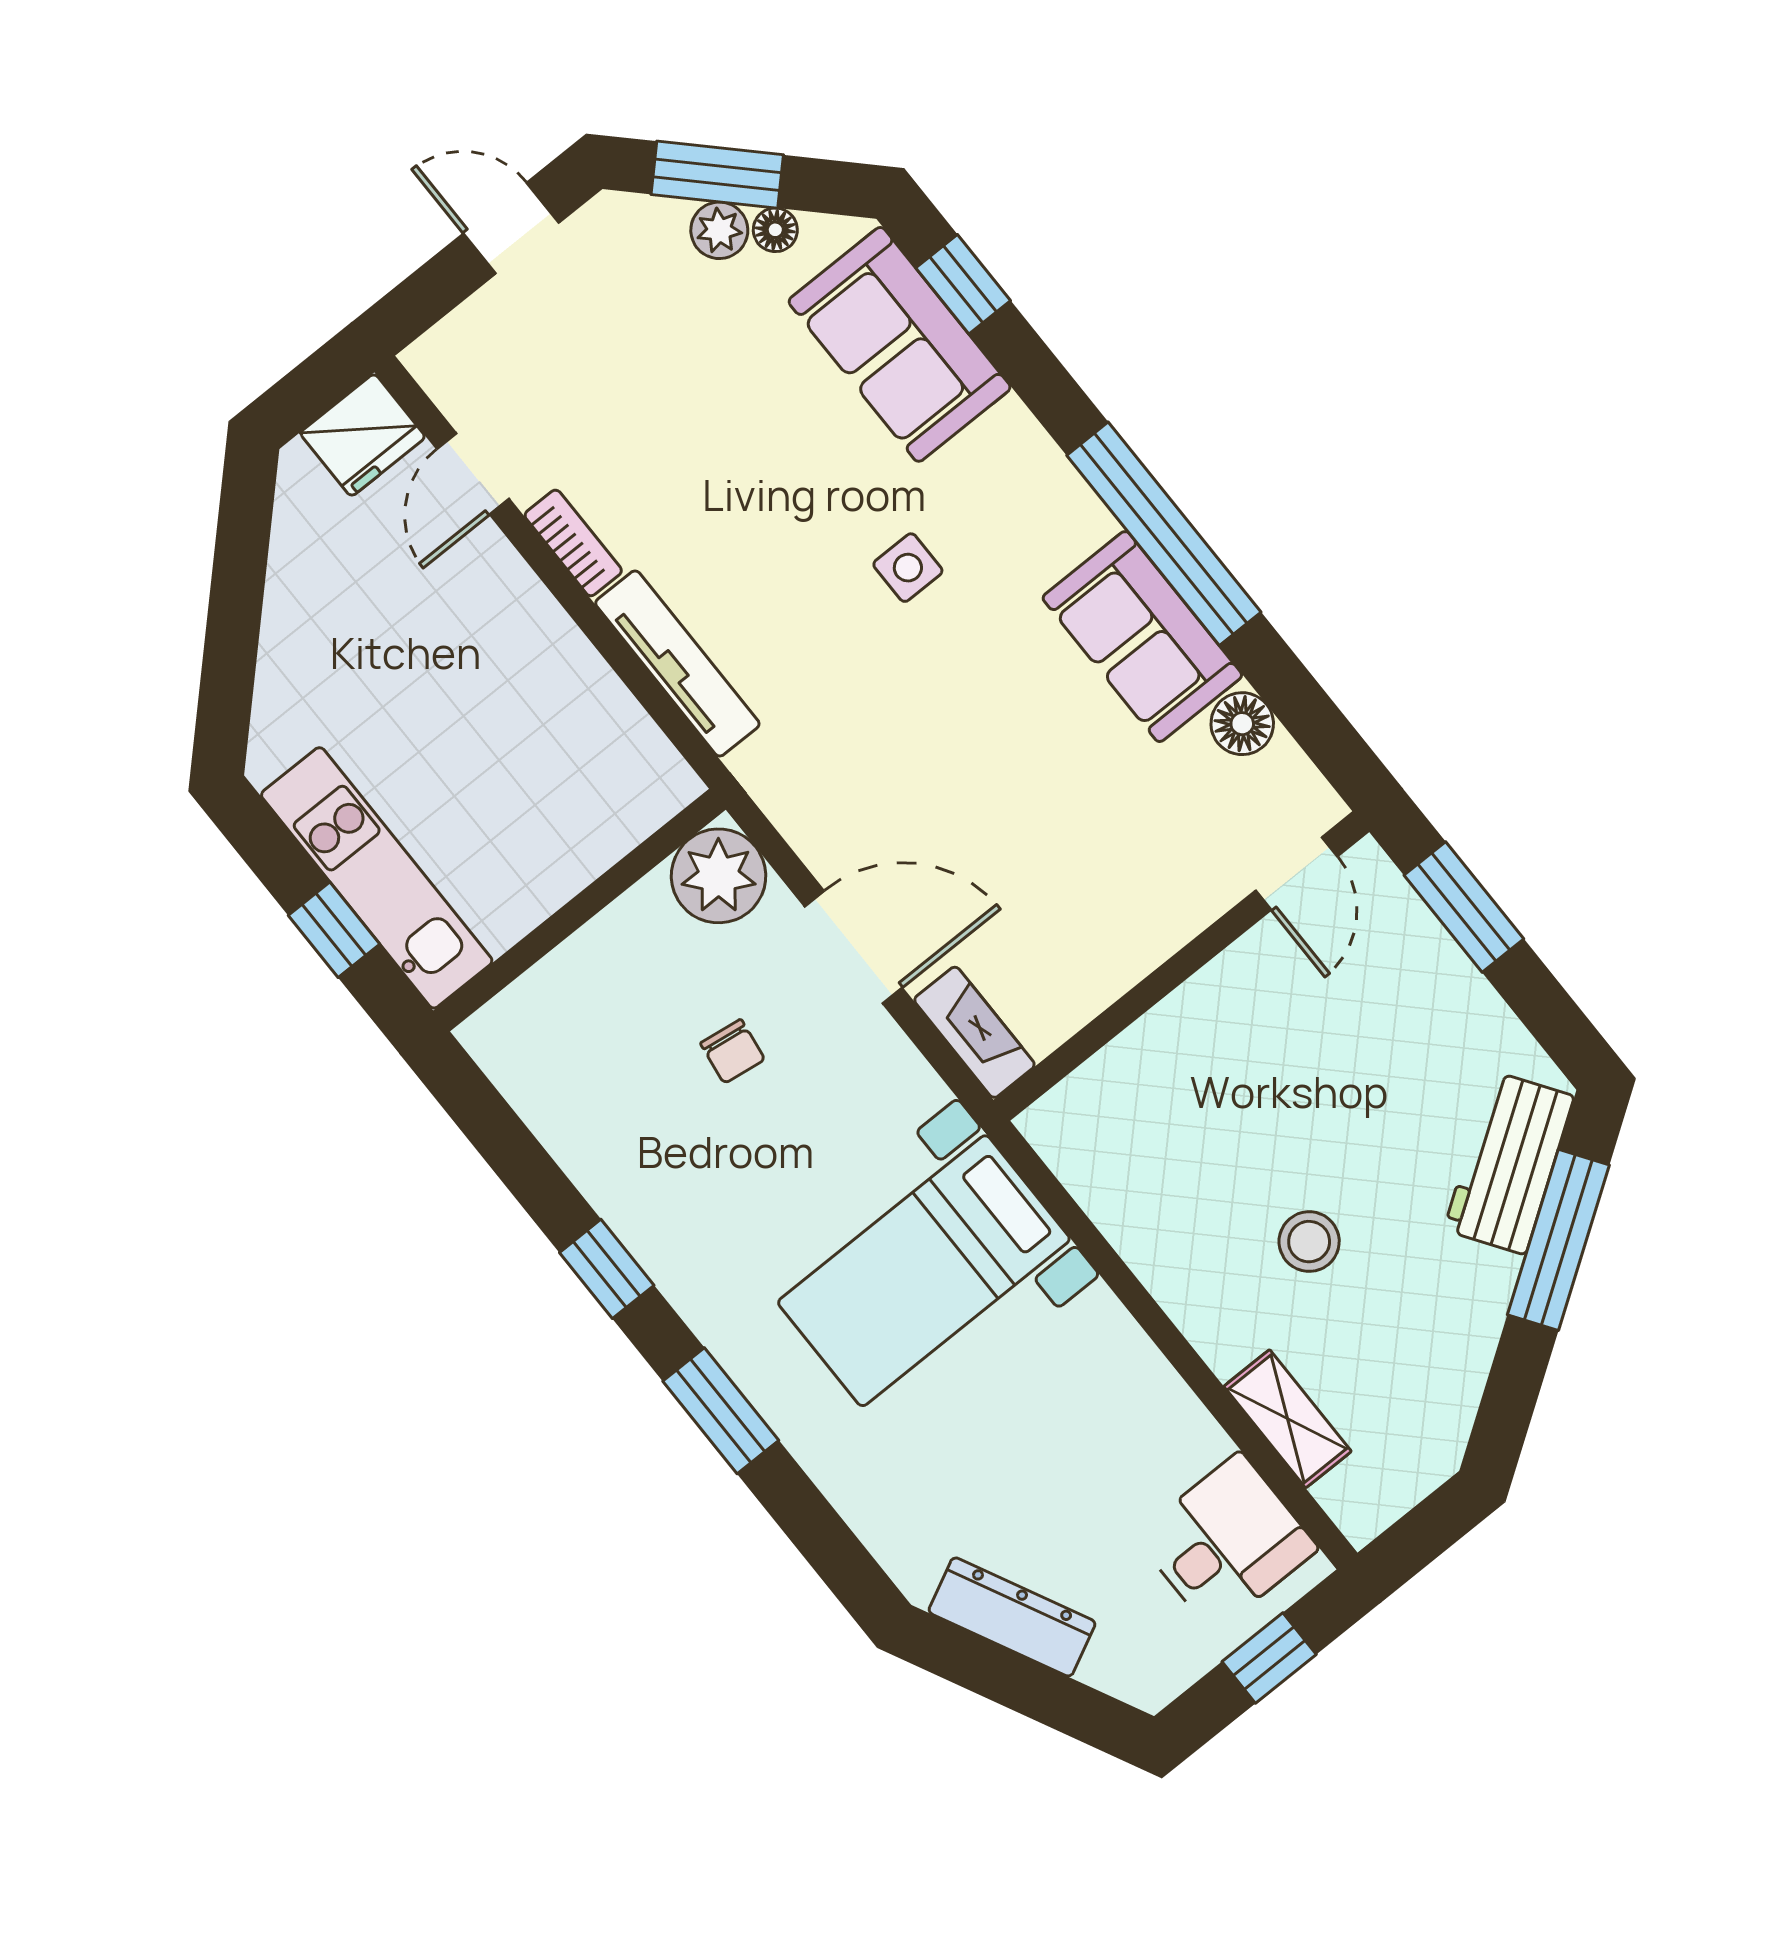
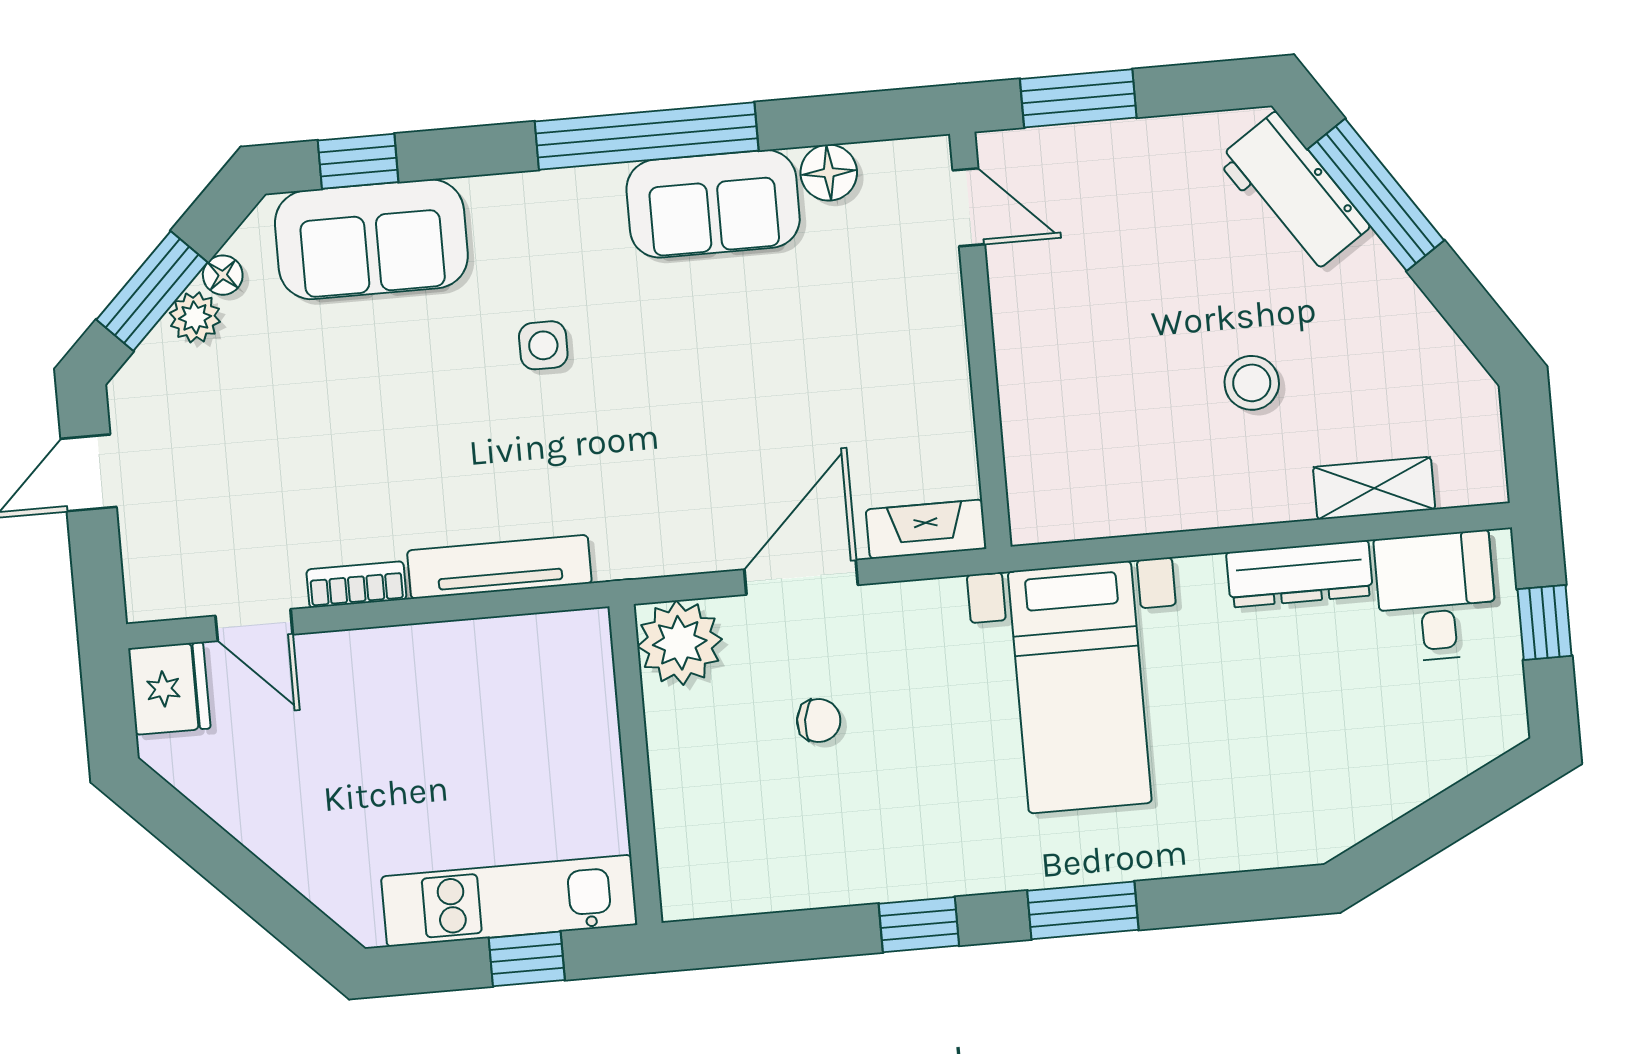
dresser: (1012, 1617) -> (1300, 574), moved, turned -153

